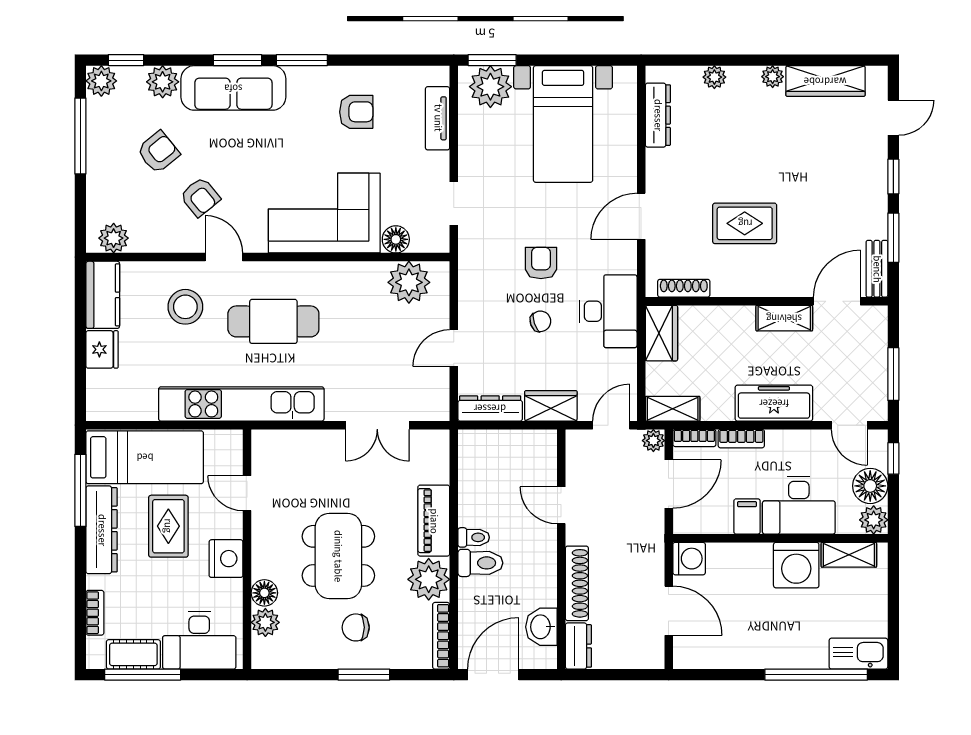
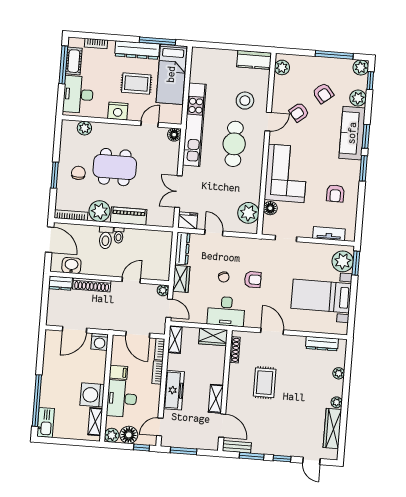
fridge: (102, 349) -> (188, 221), moved, turned 180
plant: (653, 441) -> (163, 290), moved
floor lamp: (264, 593) -> (174, 135), moved

